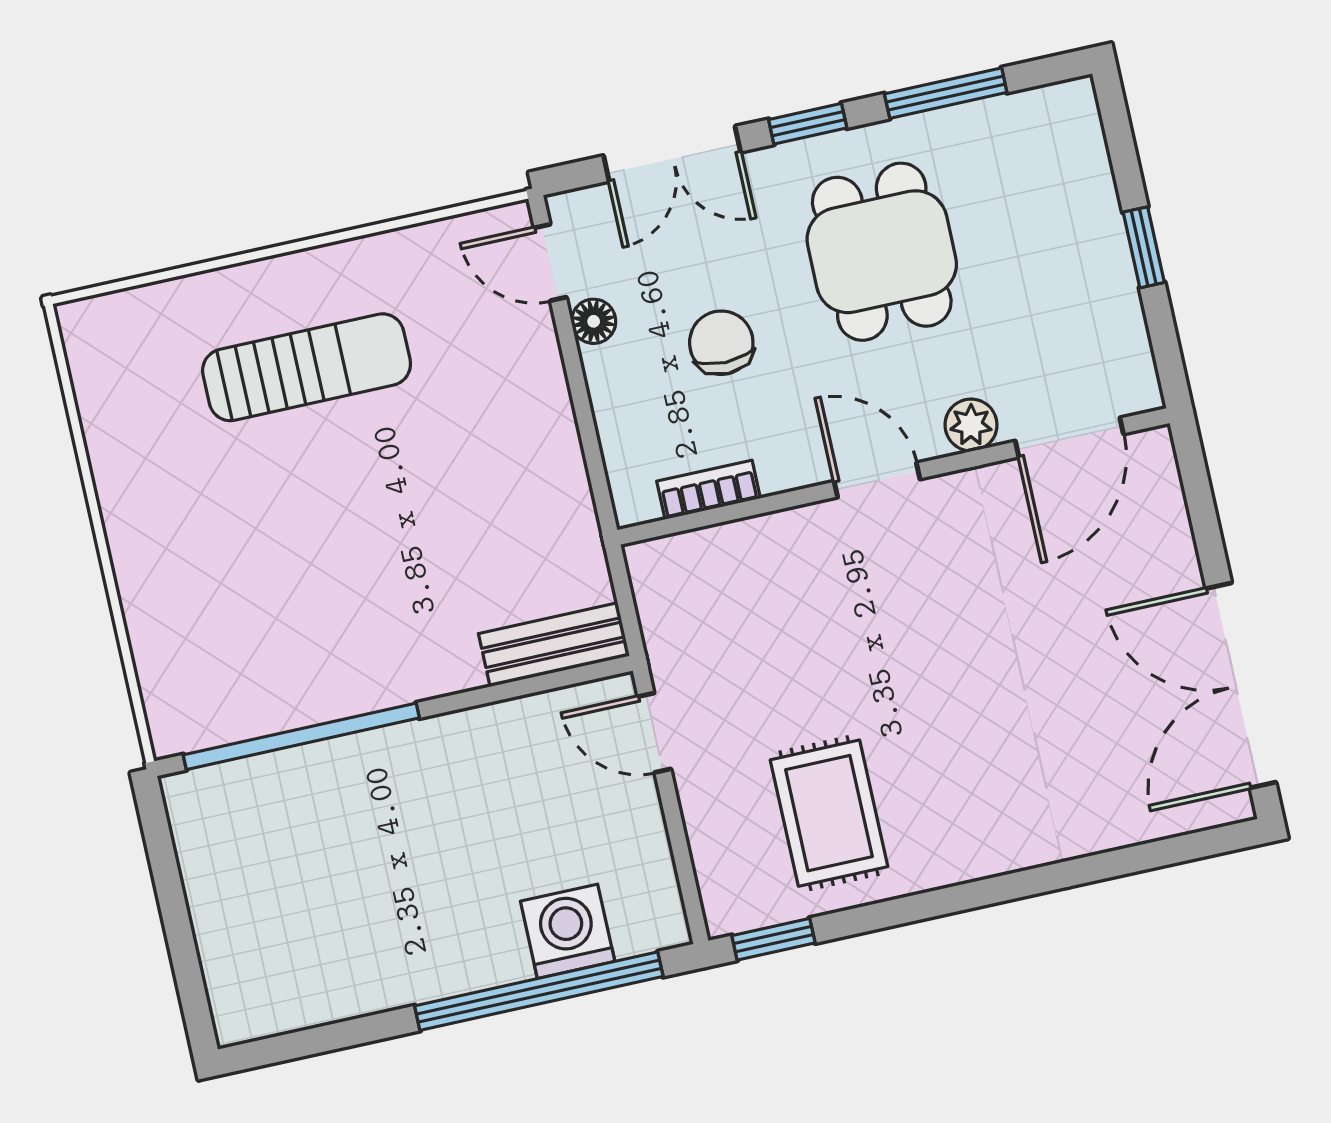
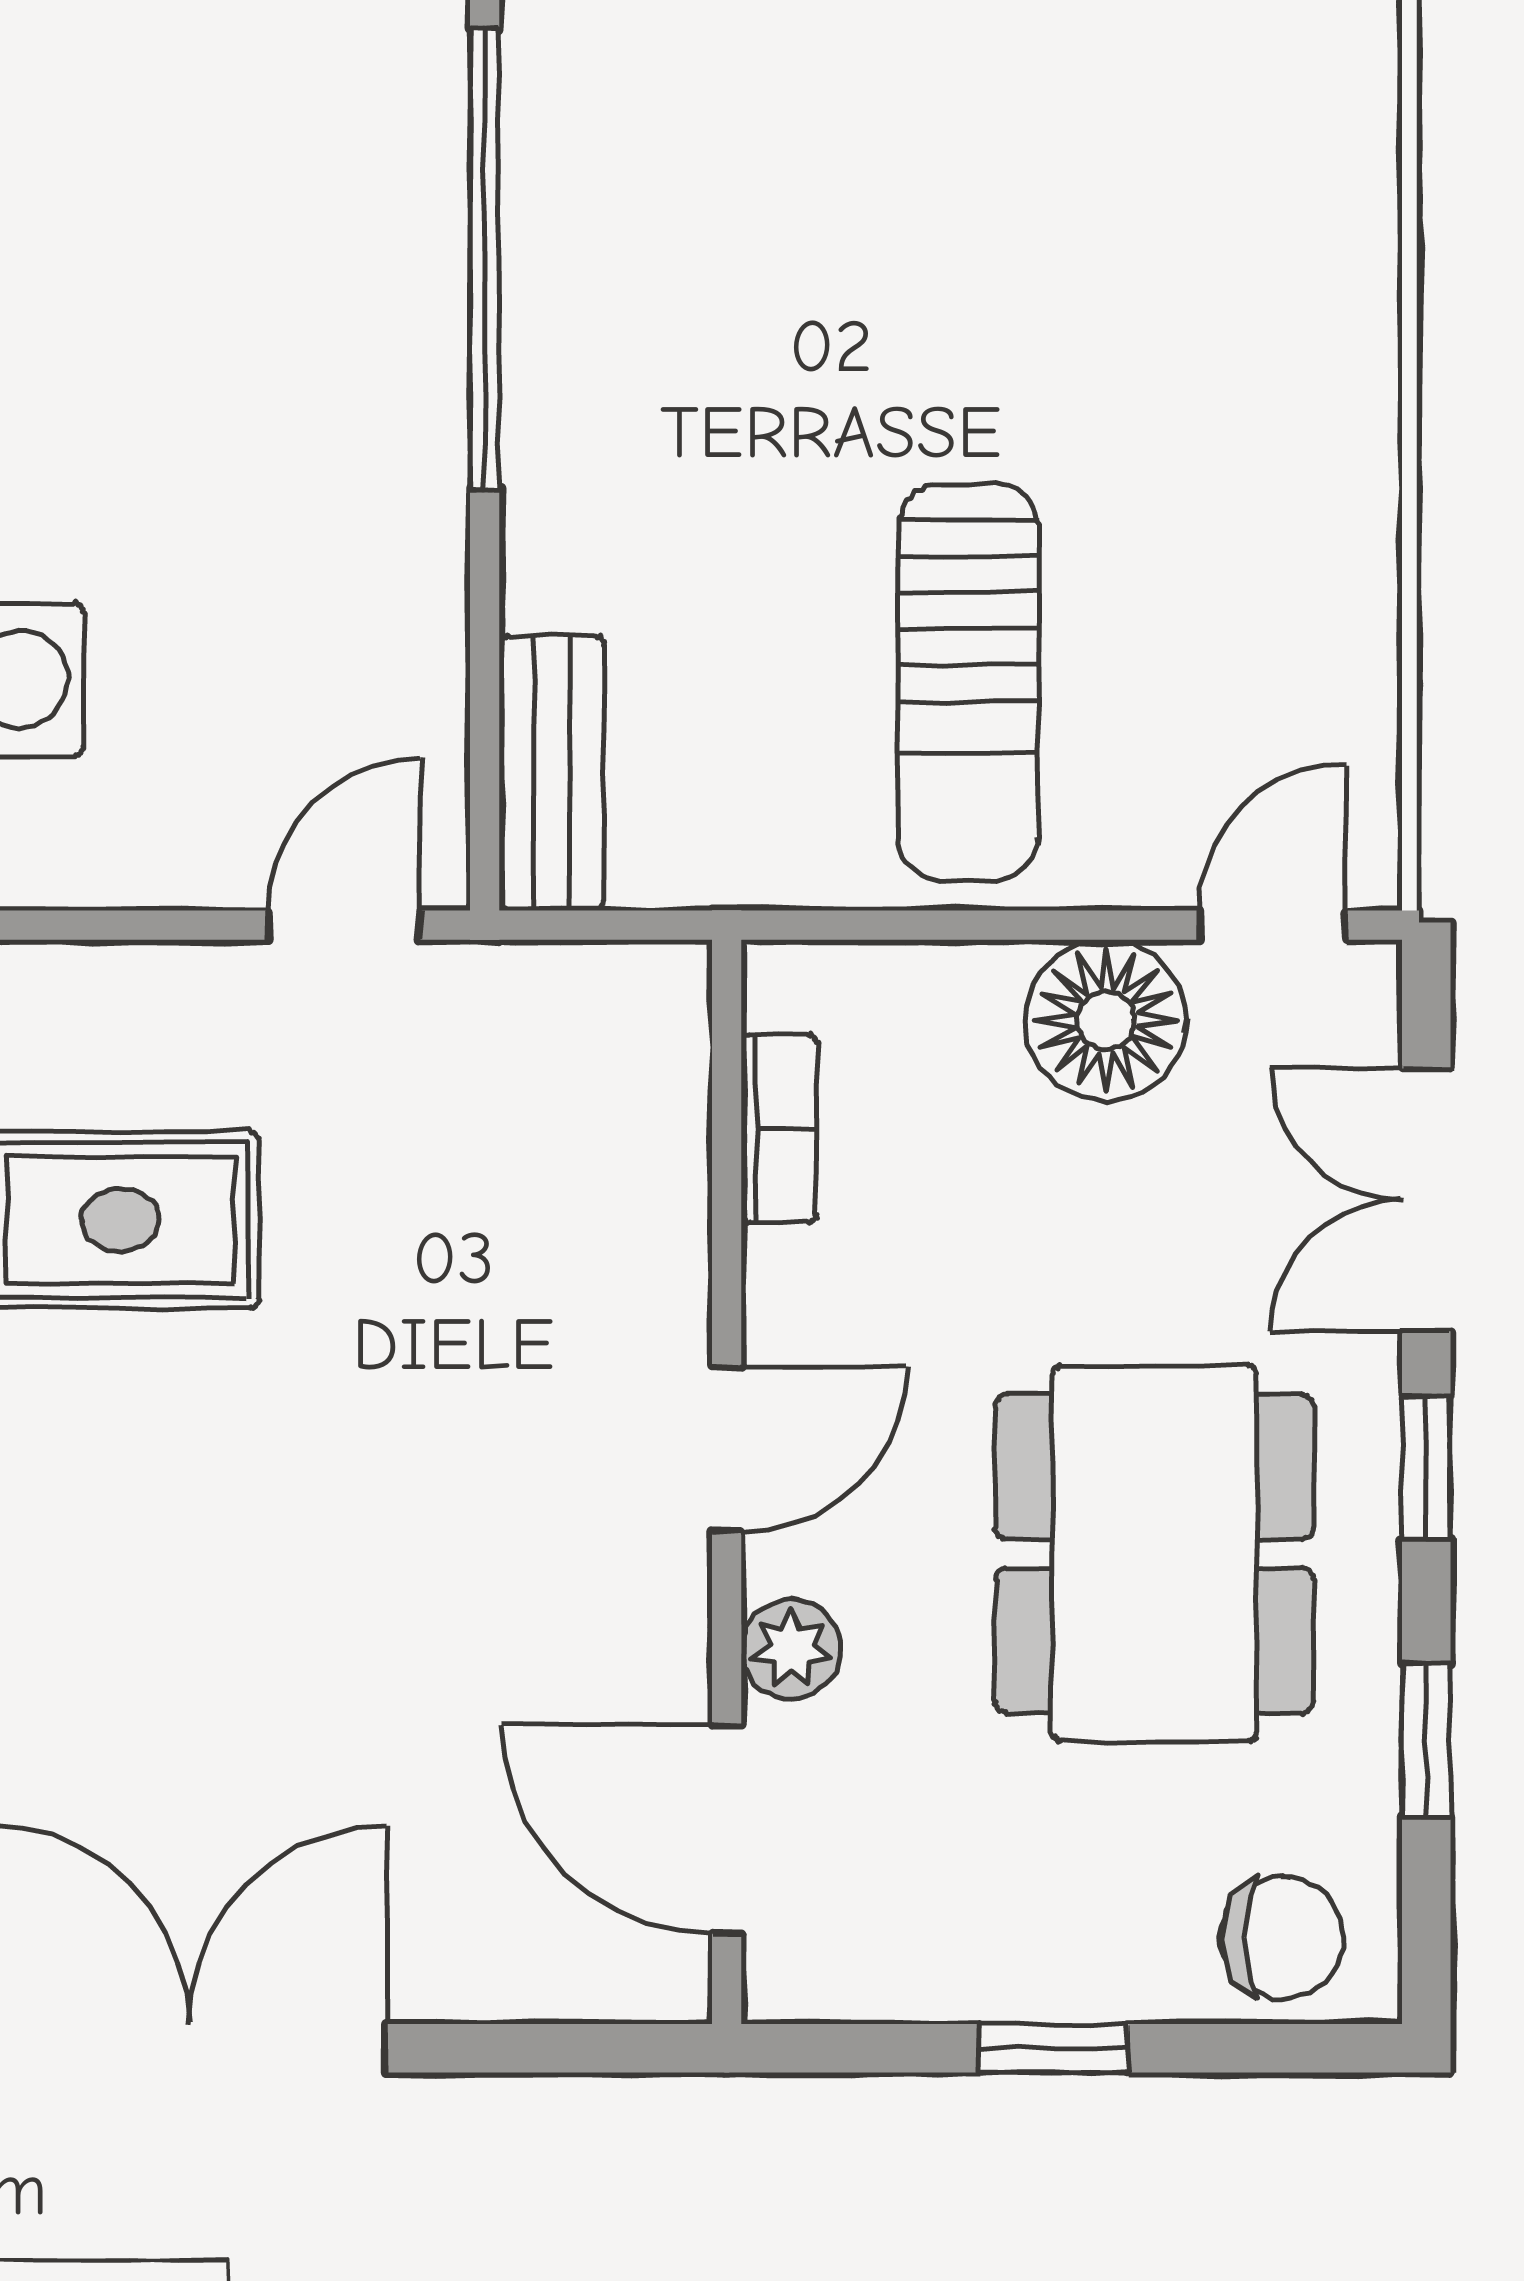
window: (946, 93) -> (1426, 1740), width x0.67
dining table: (882, 252) -> (1154, 1554), width x1.38
floor lamp: (594, 321) -> (1106, 1020), width x1.89, depth x1.89
chair: (721, 343) -> (1282, 1938), moved
sun lounger: (307, 367) -> (968, 682), moved

